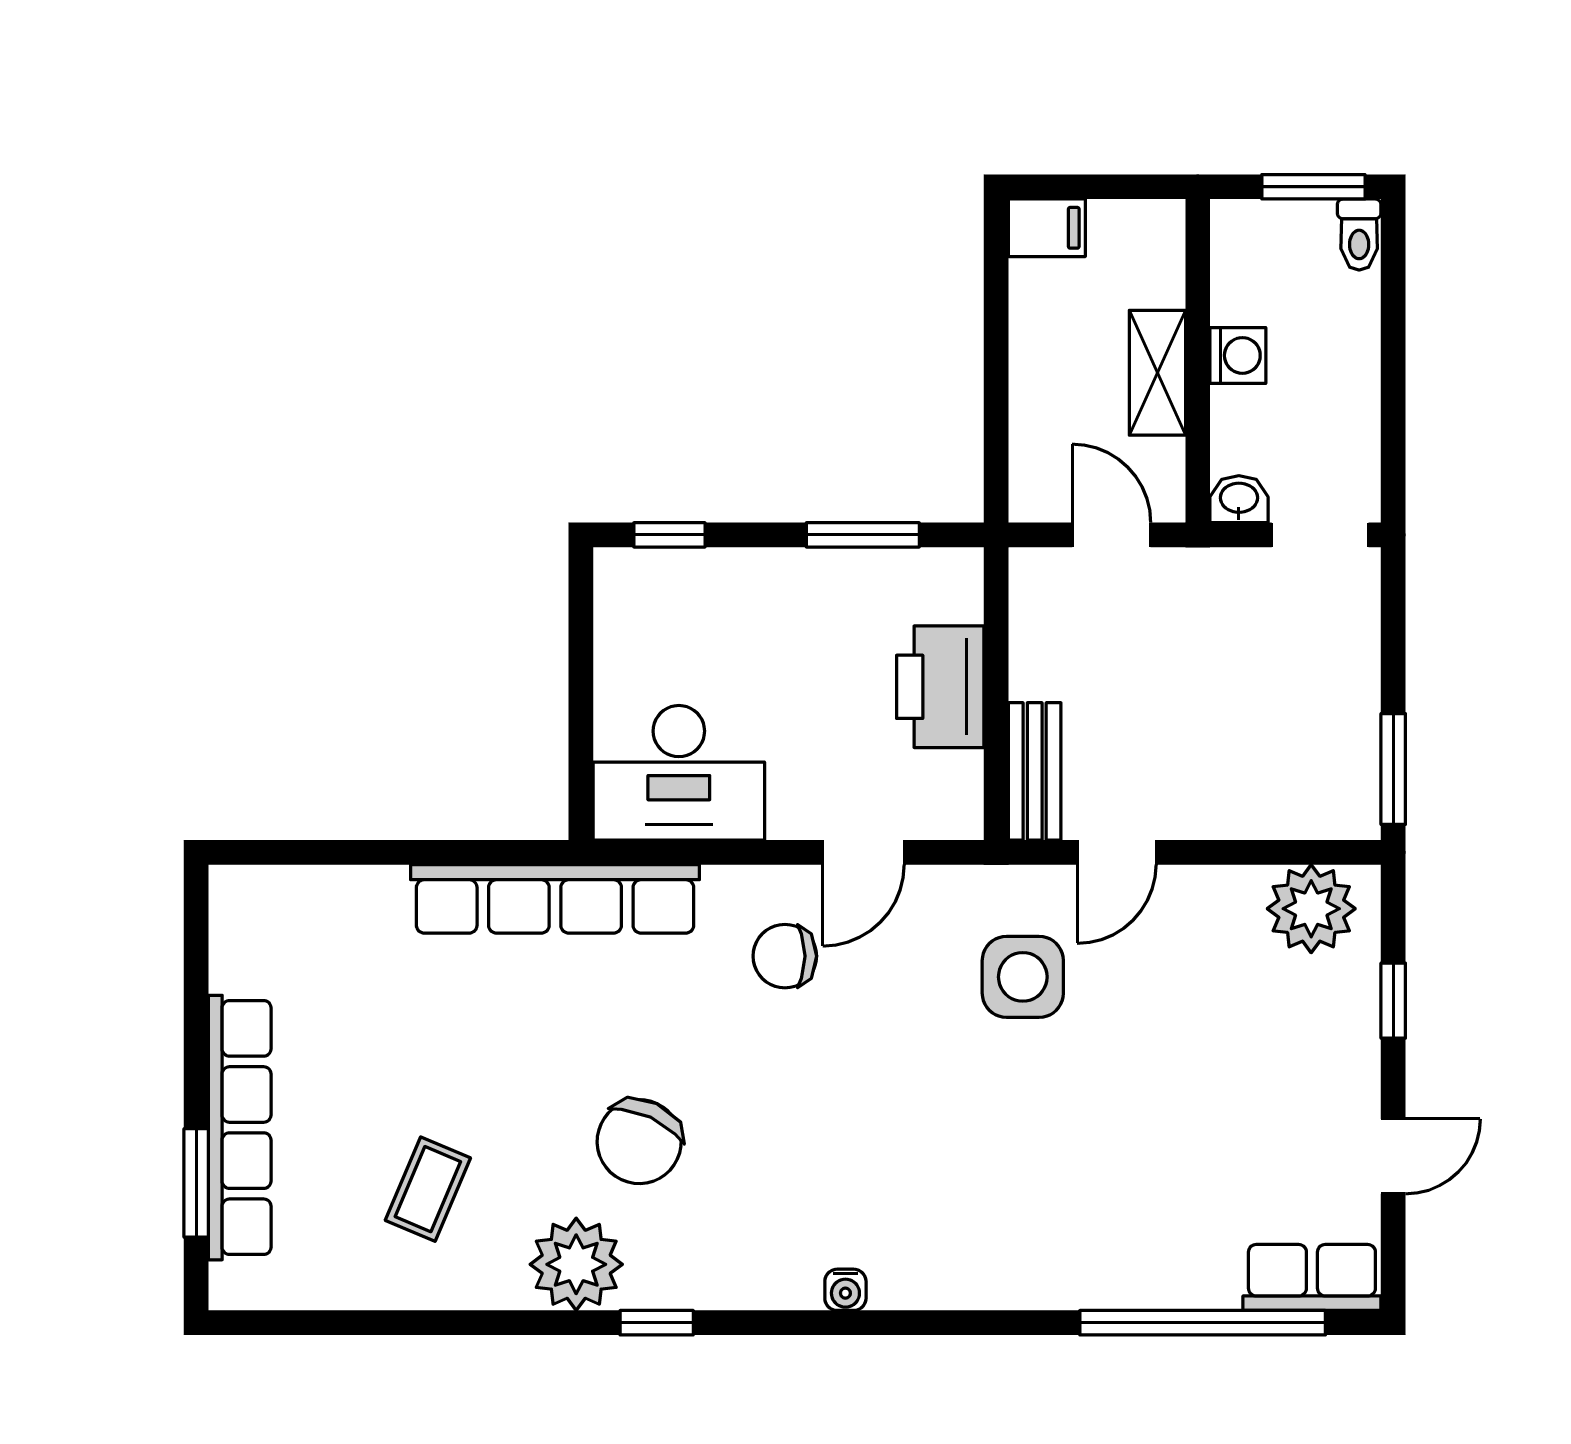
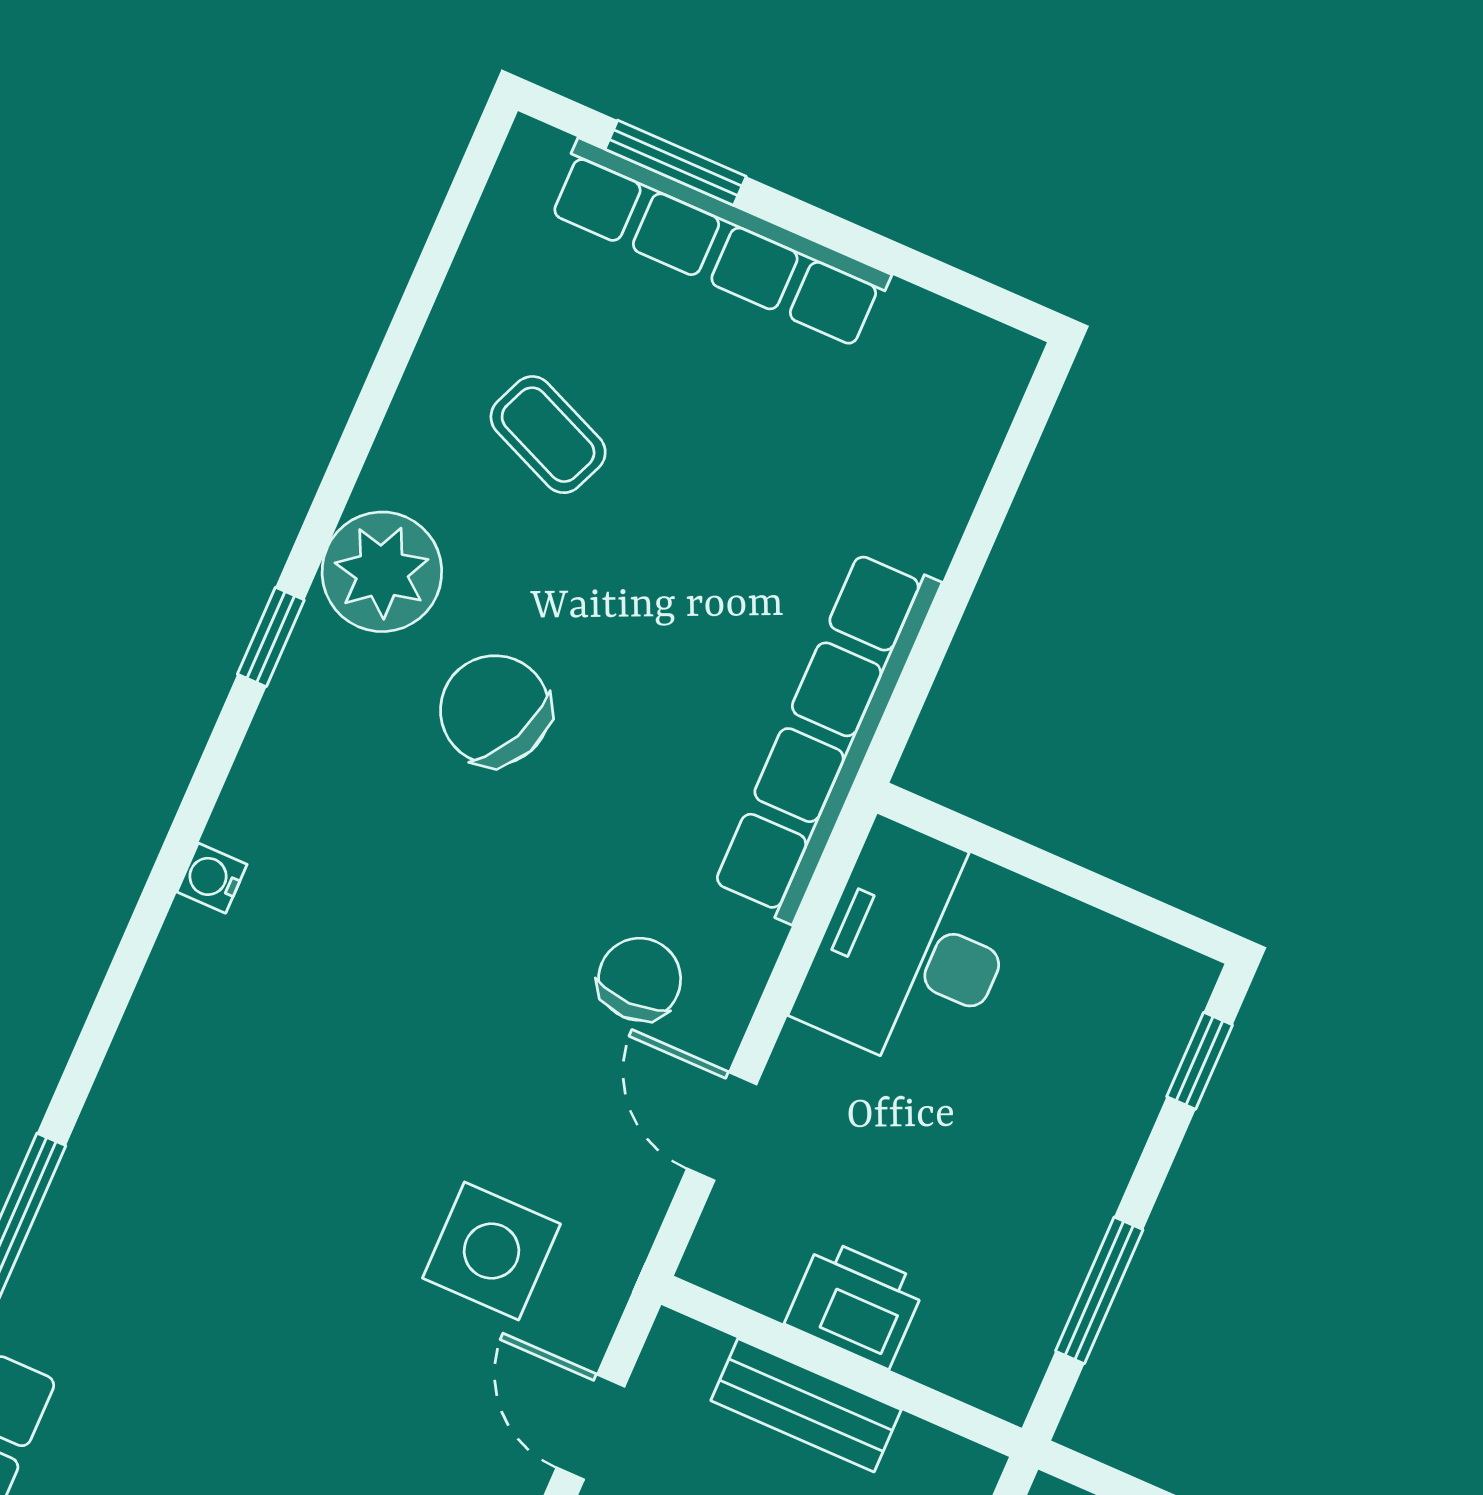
printer: (940, 687) -> (855, 1303), width x0.73, depth x0.84
bench: (1035, 771) -> (806, 1405), moved

